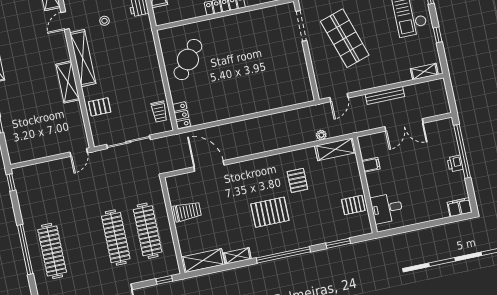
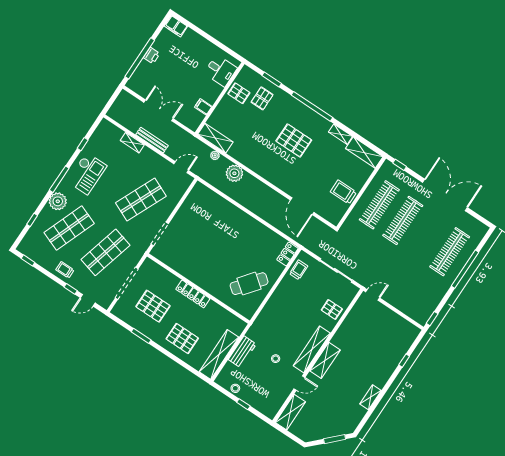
shop shelf: (345, 38) -> (141, 199), turned 42
shelving: (424, 72) -> (132, 143), moved
shelving: (68, 82) -> (325, 360), moved
plant: (291, 137) -> (234, 173), added
pallet: (297, 180) -> (262, 98), moved

